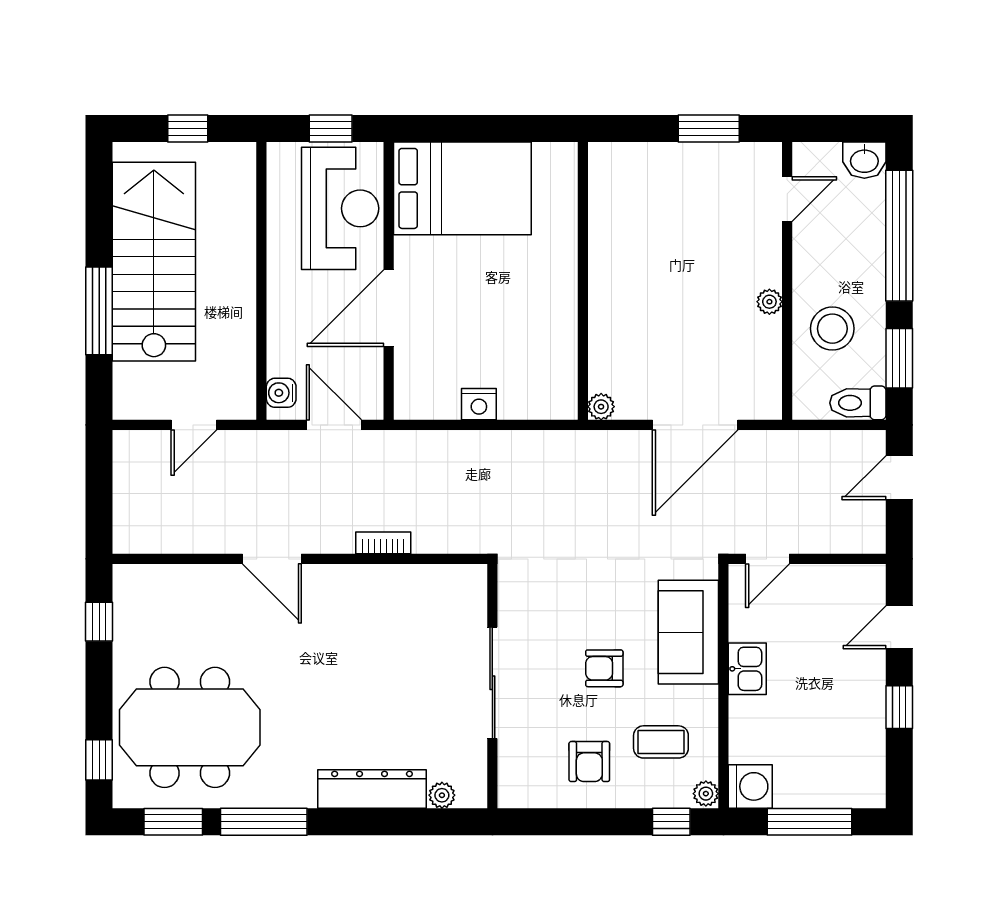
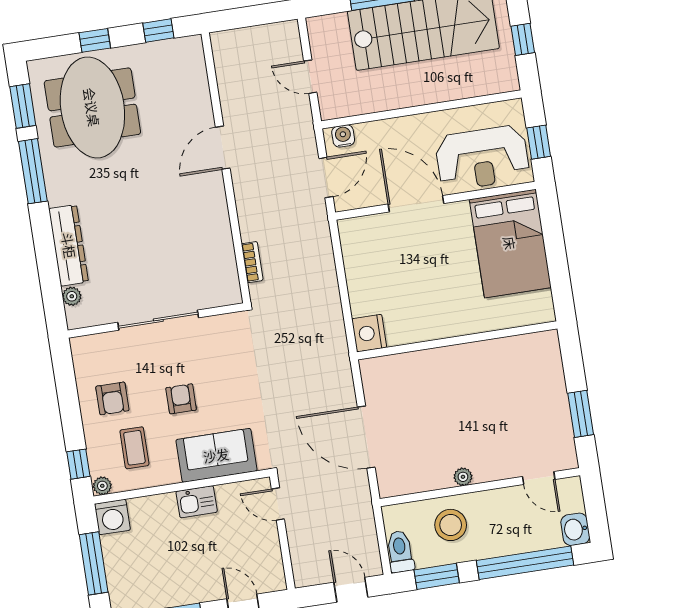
nightstand: (479, 404) -> (369, 333), moved, width x1.36, depth x1.33
plant: (601, 407) -> (369, 367), removed
bookcase: (383, 543) -> (252, 262), moved
window: (99, 760) -> (95, 40), moved
armchair: (589, 762) -> (112, 398), turned -90

